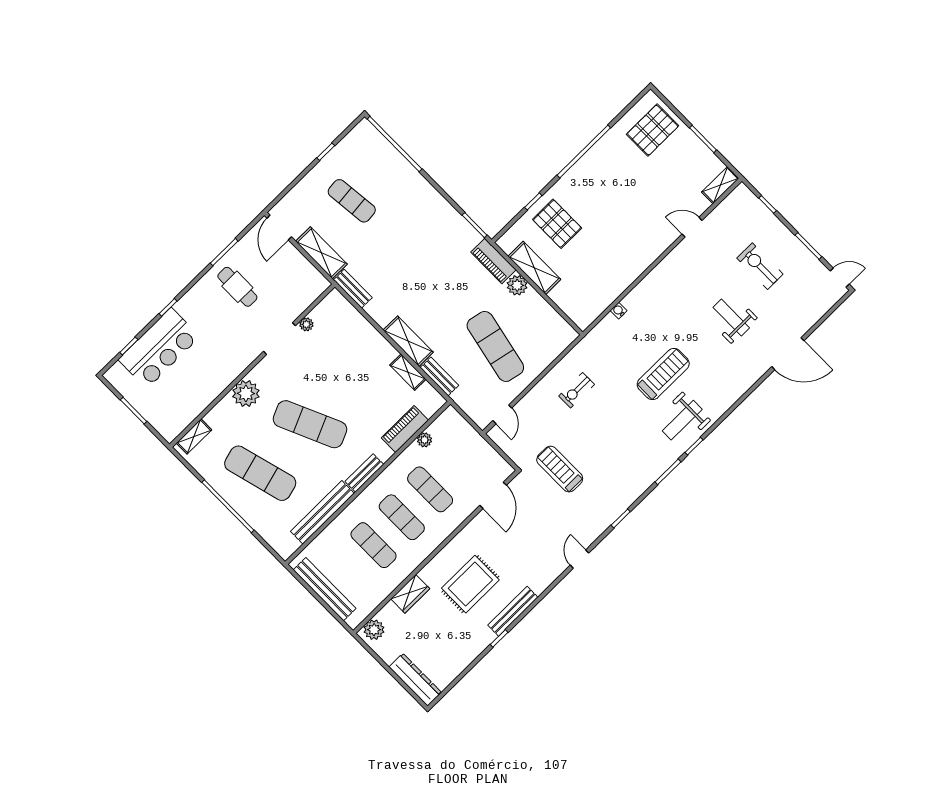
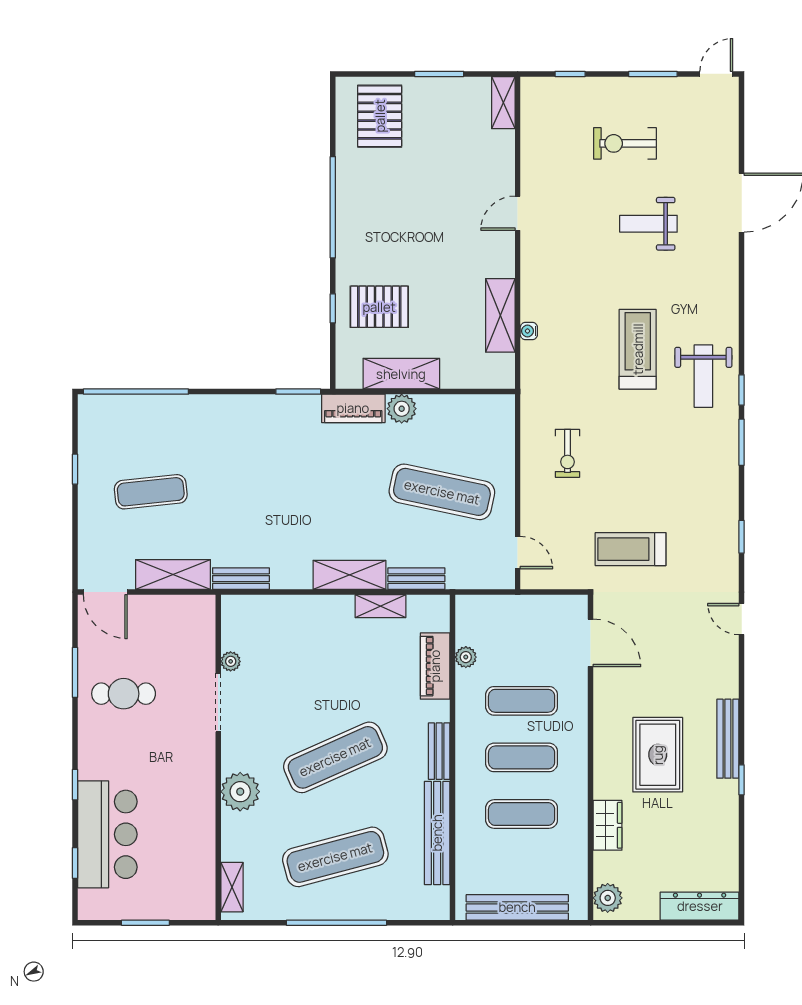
door: (692, 227) -> (518, 213), moved
shelving: (612, 289) -> (500, 315), added

